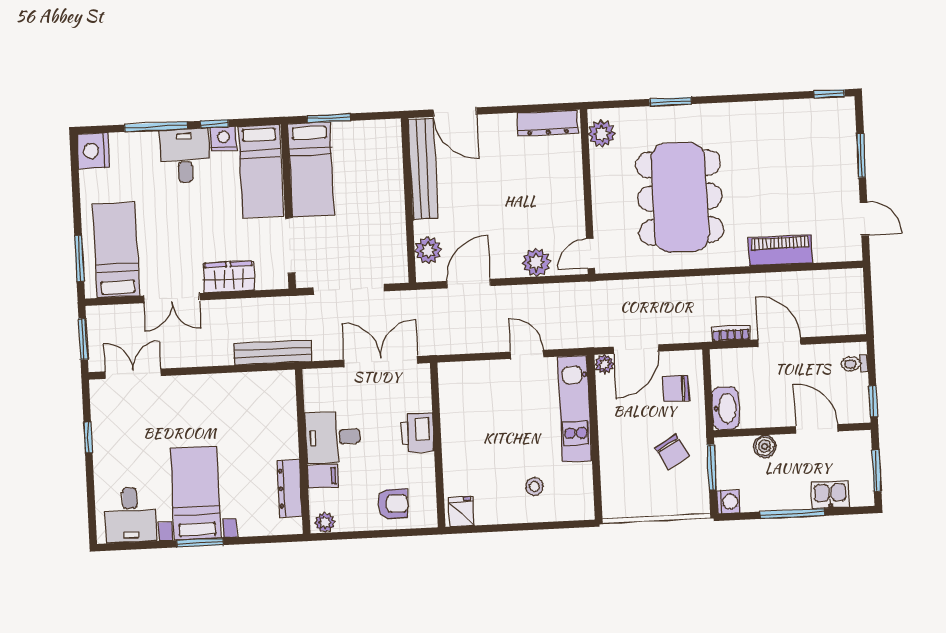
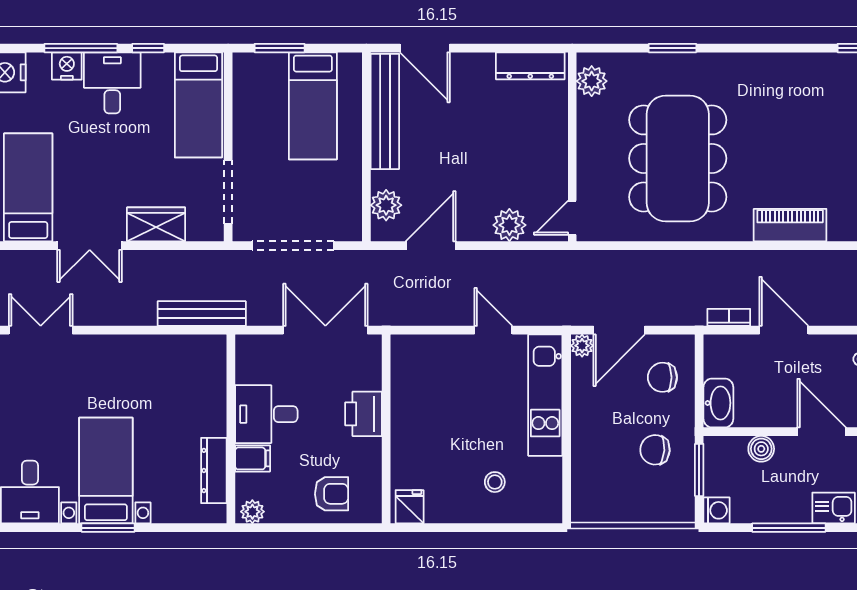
nightstand: (224, 139) -> (67, 66), moved
bed: (311, 169) -> (313, 106), moved
chair: (672, 452) -> (655, 450), turned 124

